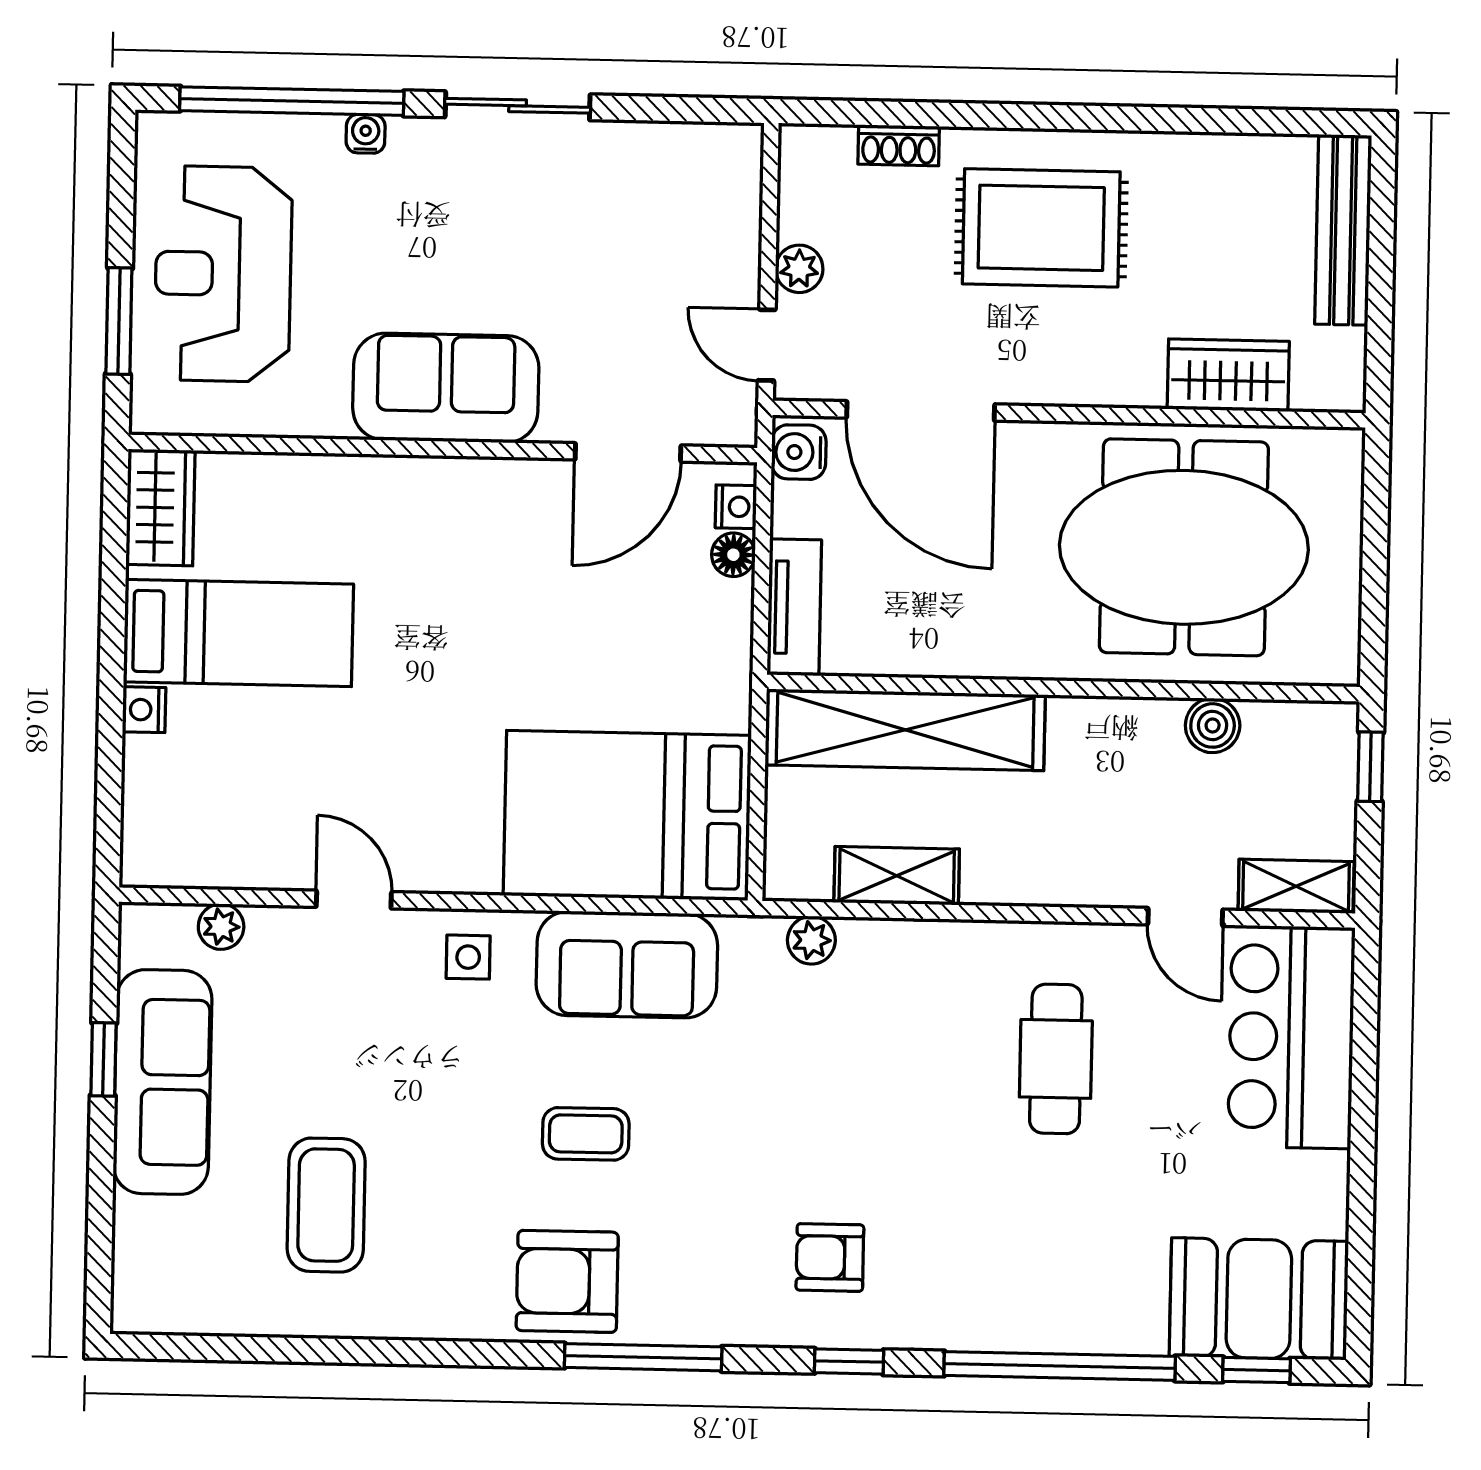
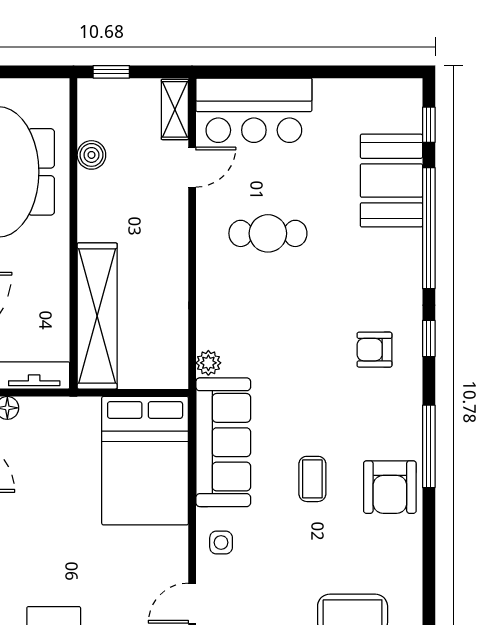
shelving: (897, 876) -> (174, 319), removed
sofa: (627, 965) -> (223, 442), width x1.36
armchair: (830, 1257) -> (374, 350), turned 90
booth: (1259, 1299) -> (391, 181), moved

